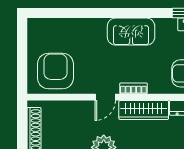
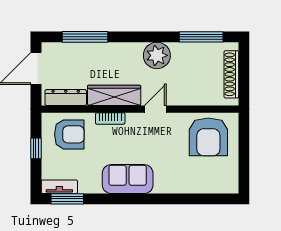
bookcase: (133, 88) -> (110, 118), moved

